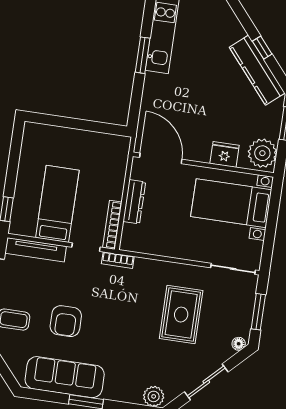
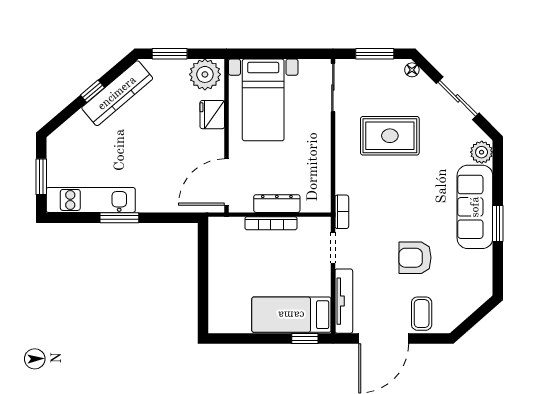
bed: (57, 204) -> (291, 315), moved
bookcase: (112, 225) -> (271, 223), moved
armchair: (66, 321) -> (415, 258), turned 180
sofa: (65, 377) -> (475, 207), moved

